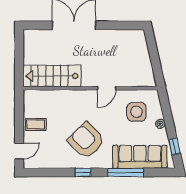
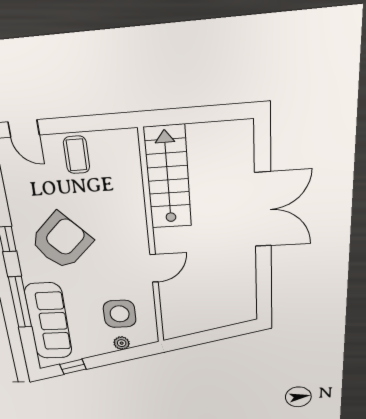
door: (107, 88) -> (154, 268), swing flipped
plant: (160, 124) -> (122, 343), moved

